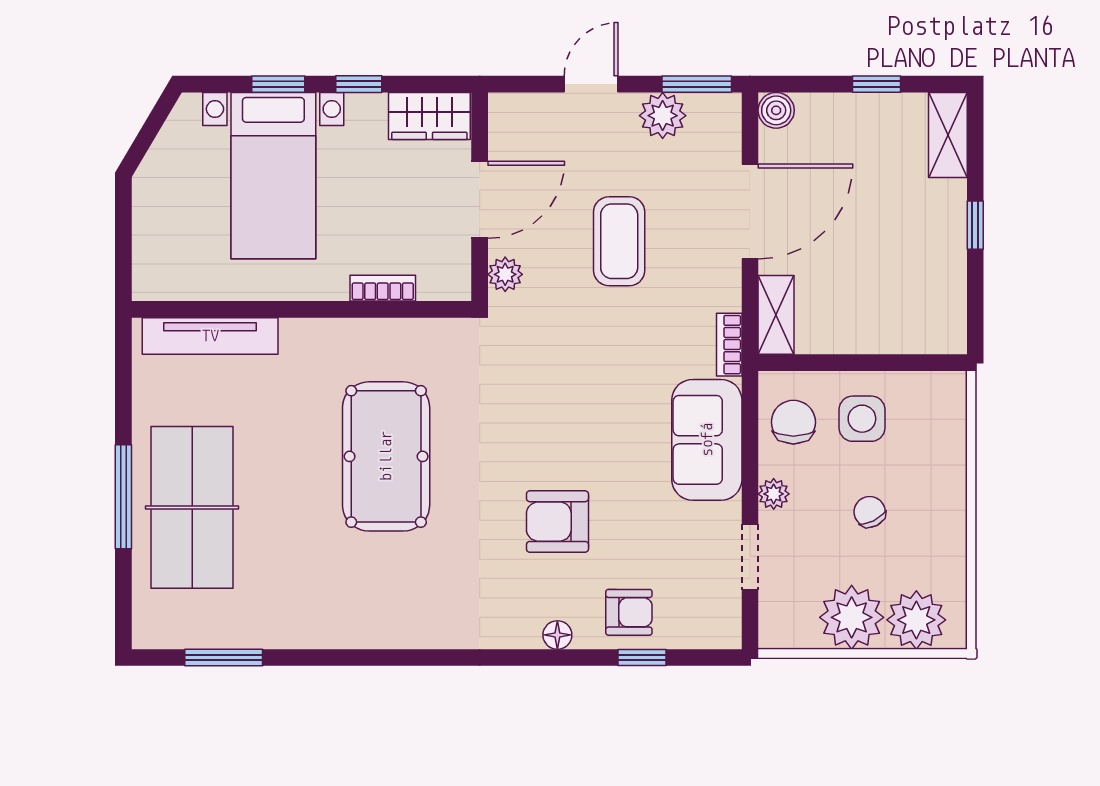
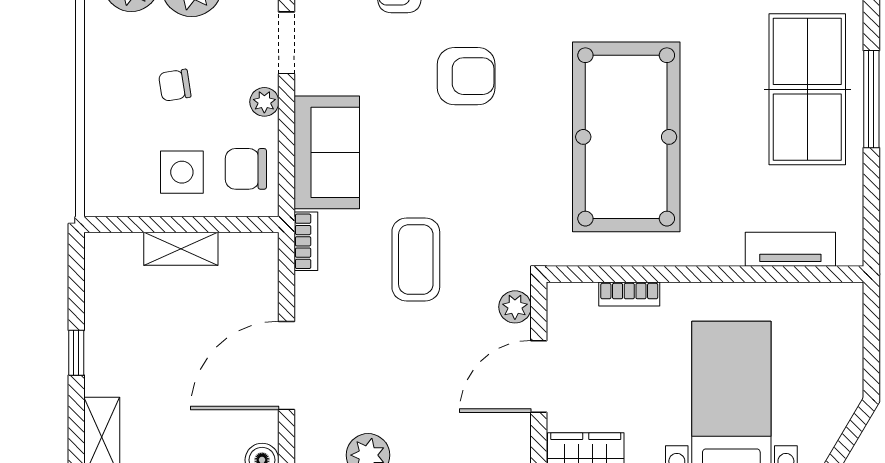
coffee table: (619, 241) -> (416, 259), moved
shelving: (776, 315) -> (181, 249), moved, turned 90
tv unit: (210, 336) -> (790, 249), width x0.71
chair: (793, 422) -> (246, 169), turned 90
pool table: (386, 456) -> (626, 137), width x1.36, depth x1.32
chair: (870, 512) -> (175, 85), turned 108

